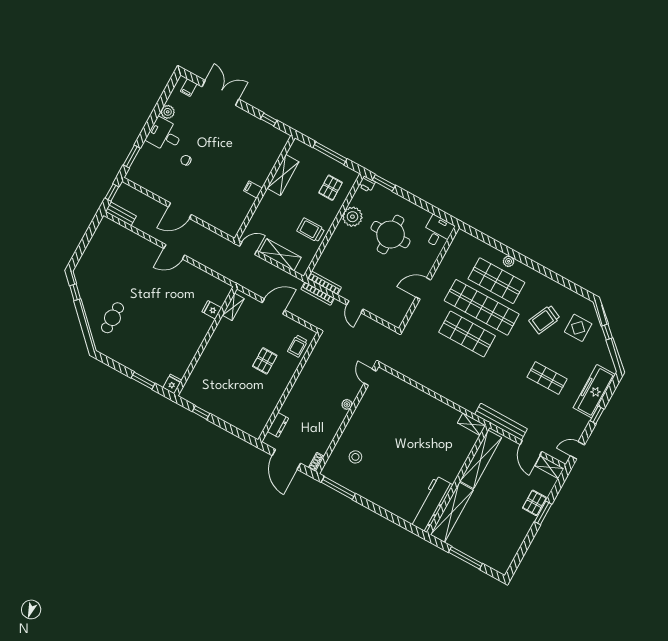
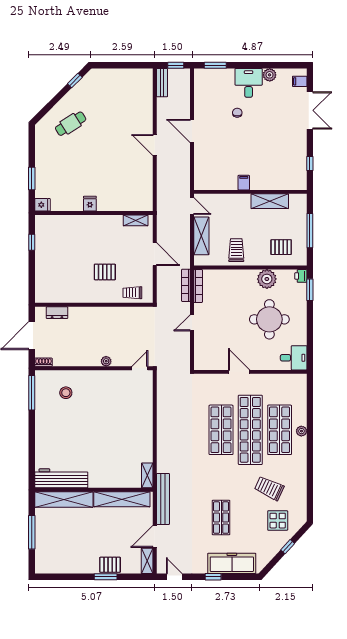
fridge: (212, 310) -> (90, 204), moved
cafe table: (112, 318) -> (71, 124), turned -32

